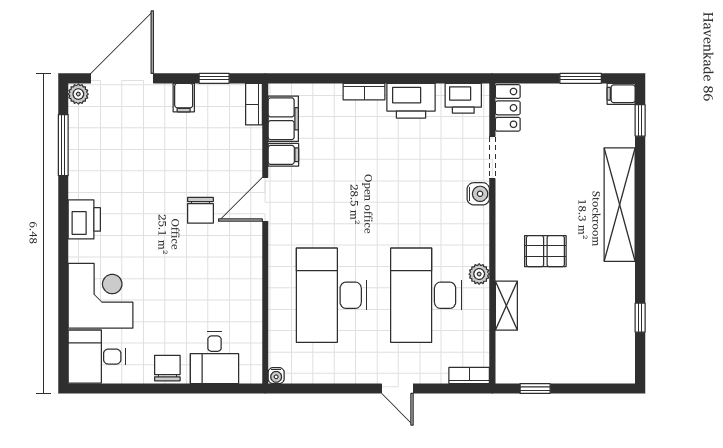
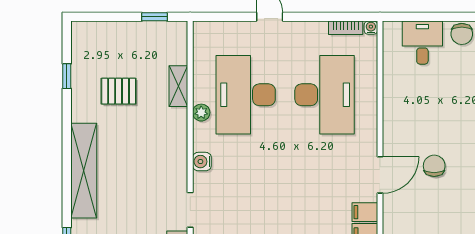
water cooler: (478, 194) -> (202, 162), moved
pallet: (545, 251) -> (119, 91), moved
desk: (426, 295) -> (246, 95), turned 180
bookcase: (469, 375) -> (346, 28), moved

